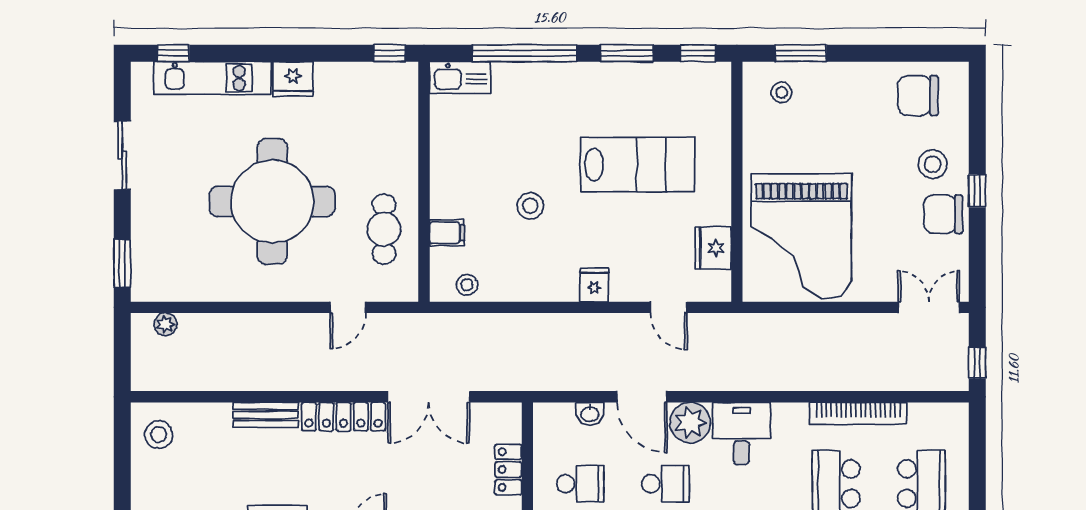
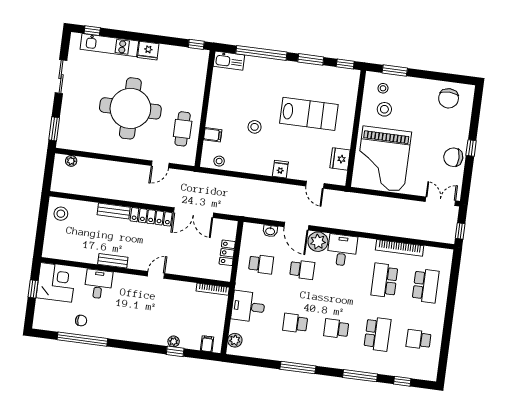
chair: (918, 96) -> (449, 98), turned -90
stool: (933, 164) -> (384, 109), moved

